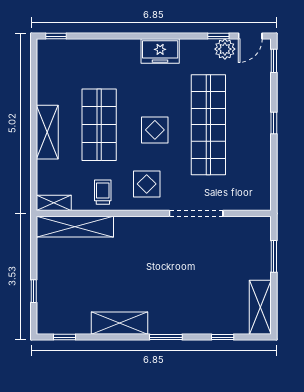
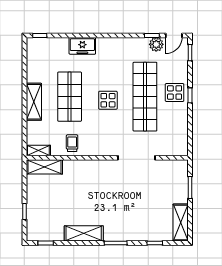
freezer: (160, 51) -> (82, 46), moved
display table: (147, 184) -> (175, 92), moved
shelving: (75, 227) -> (44, 167), width x0.68

